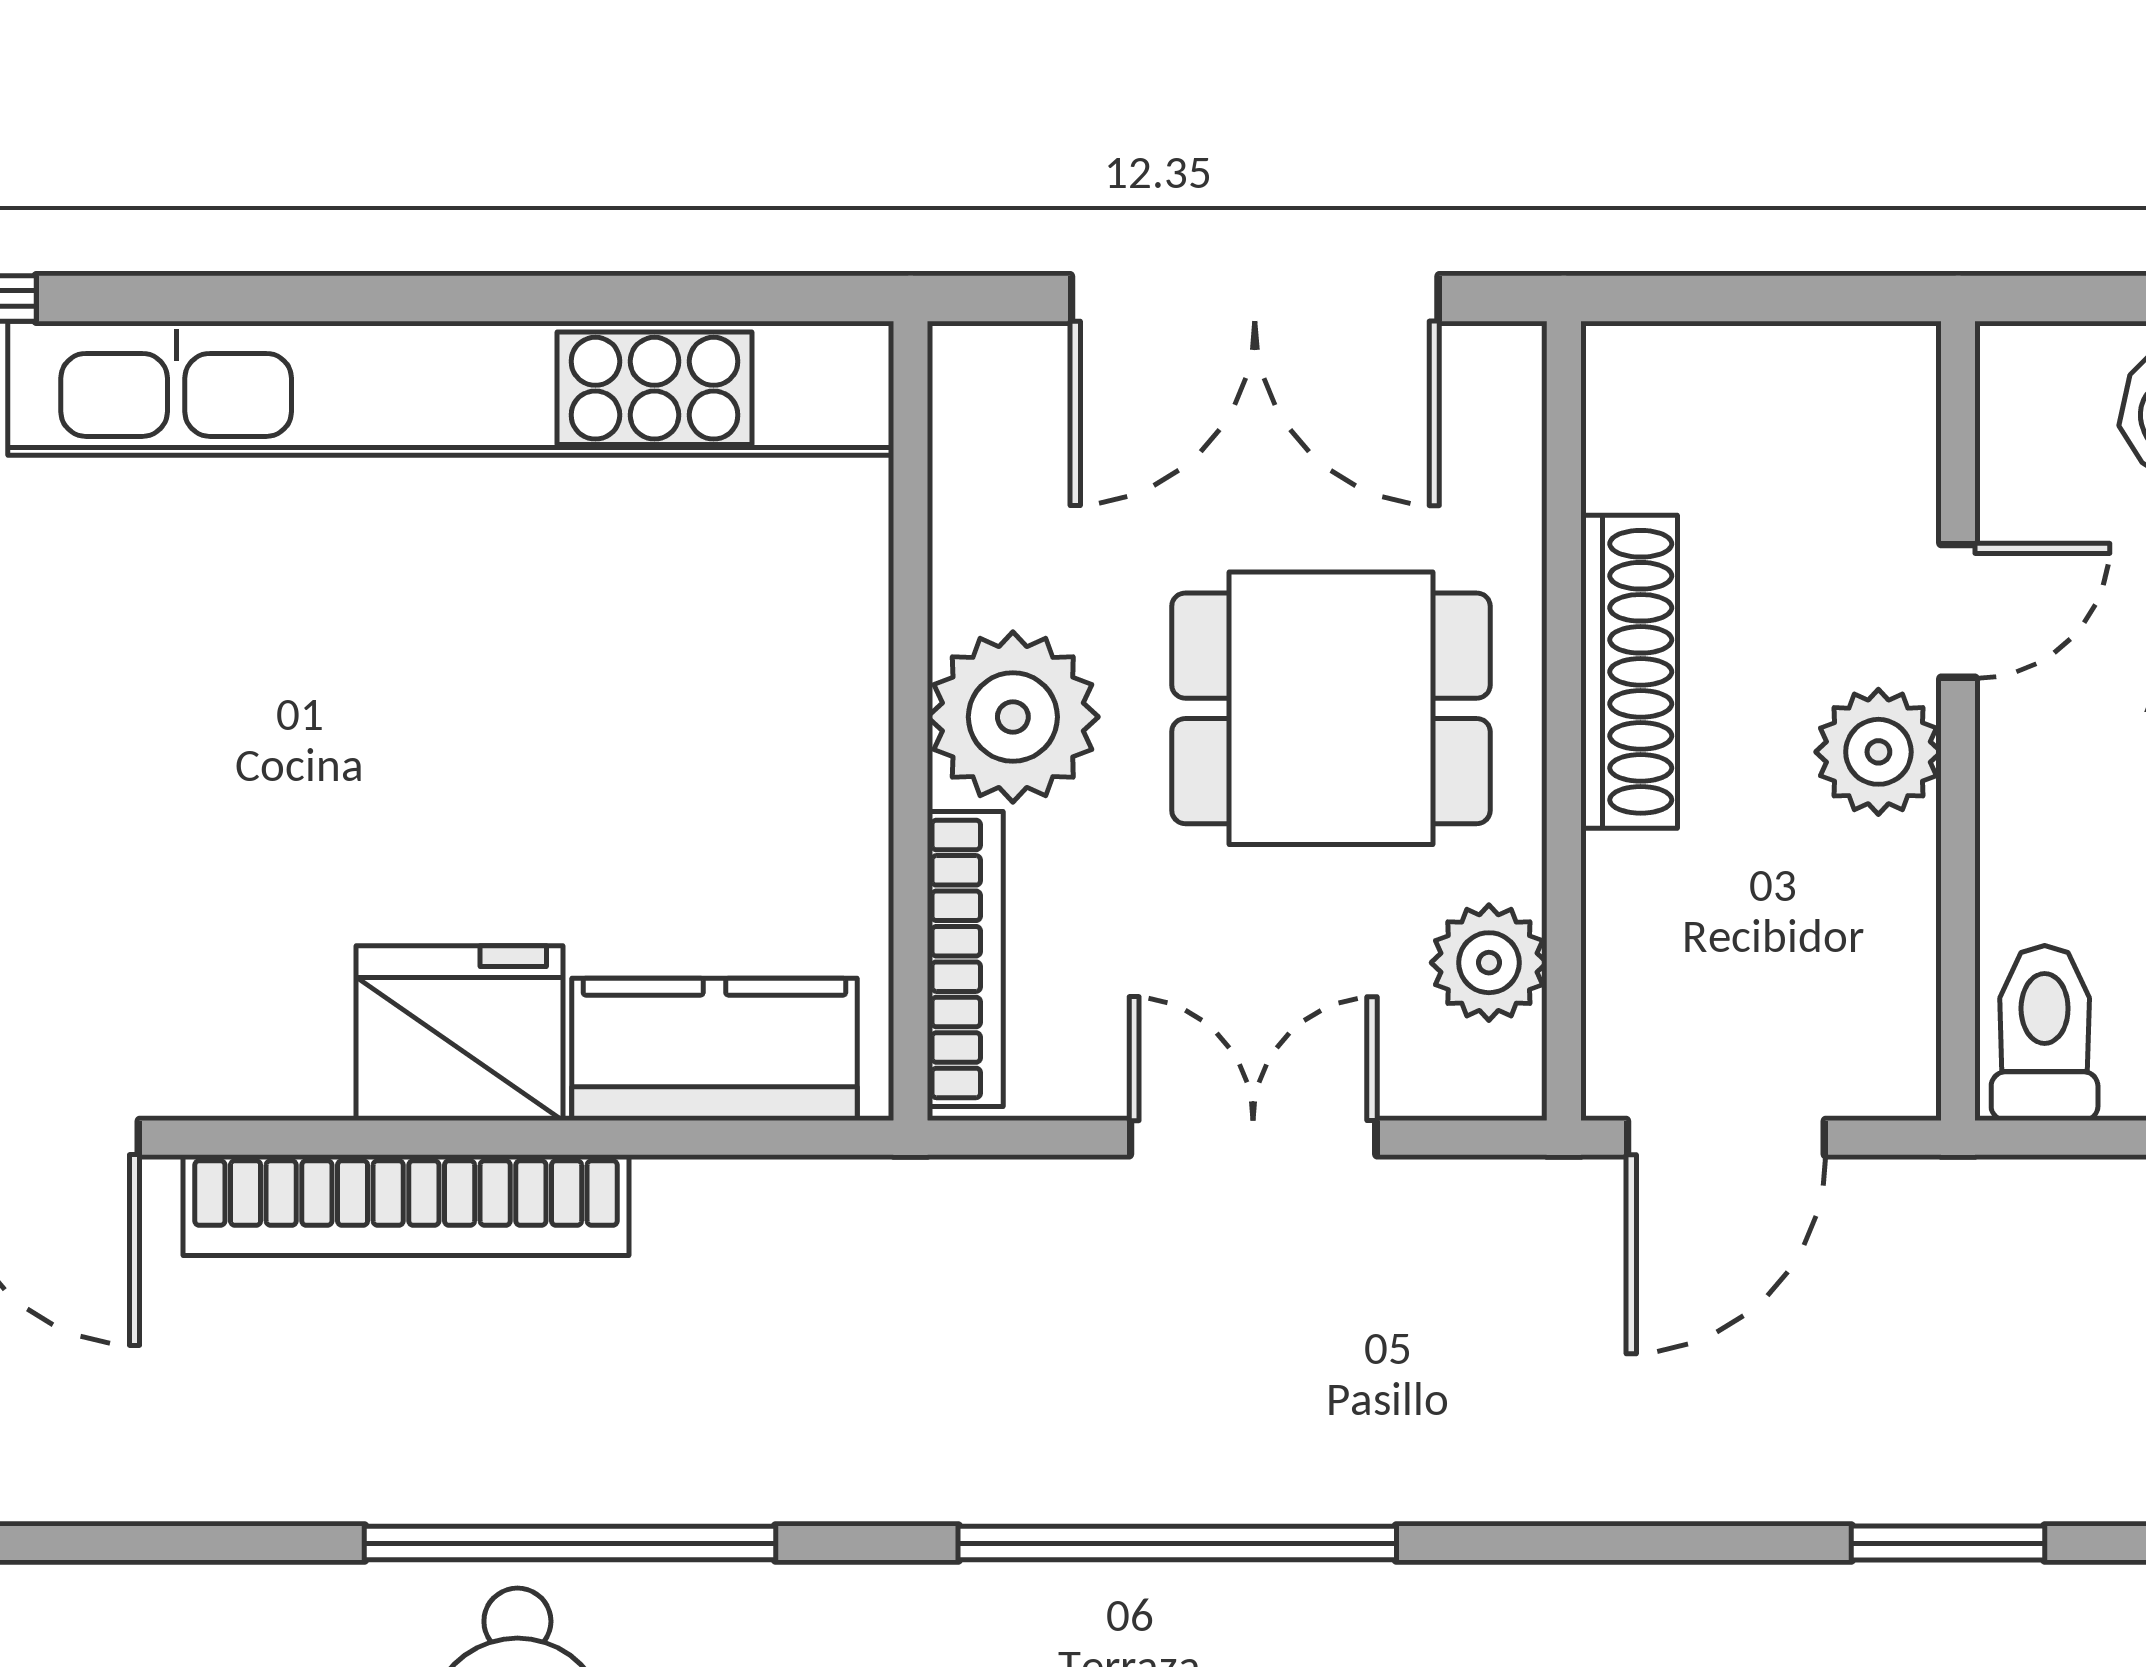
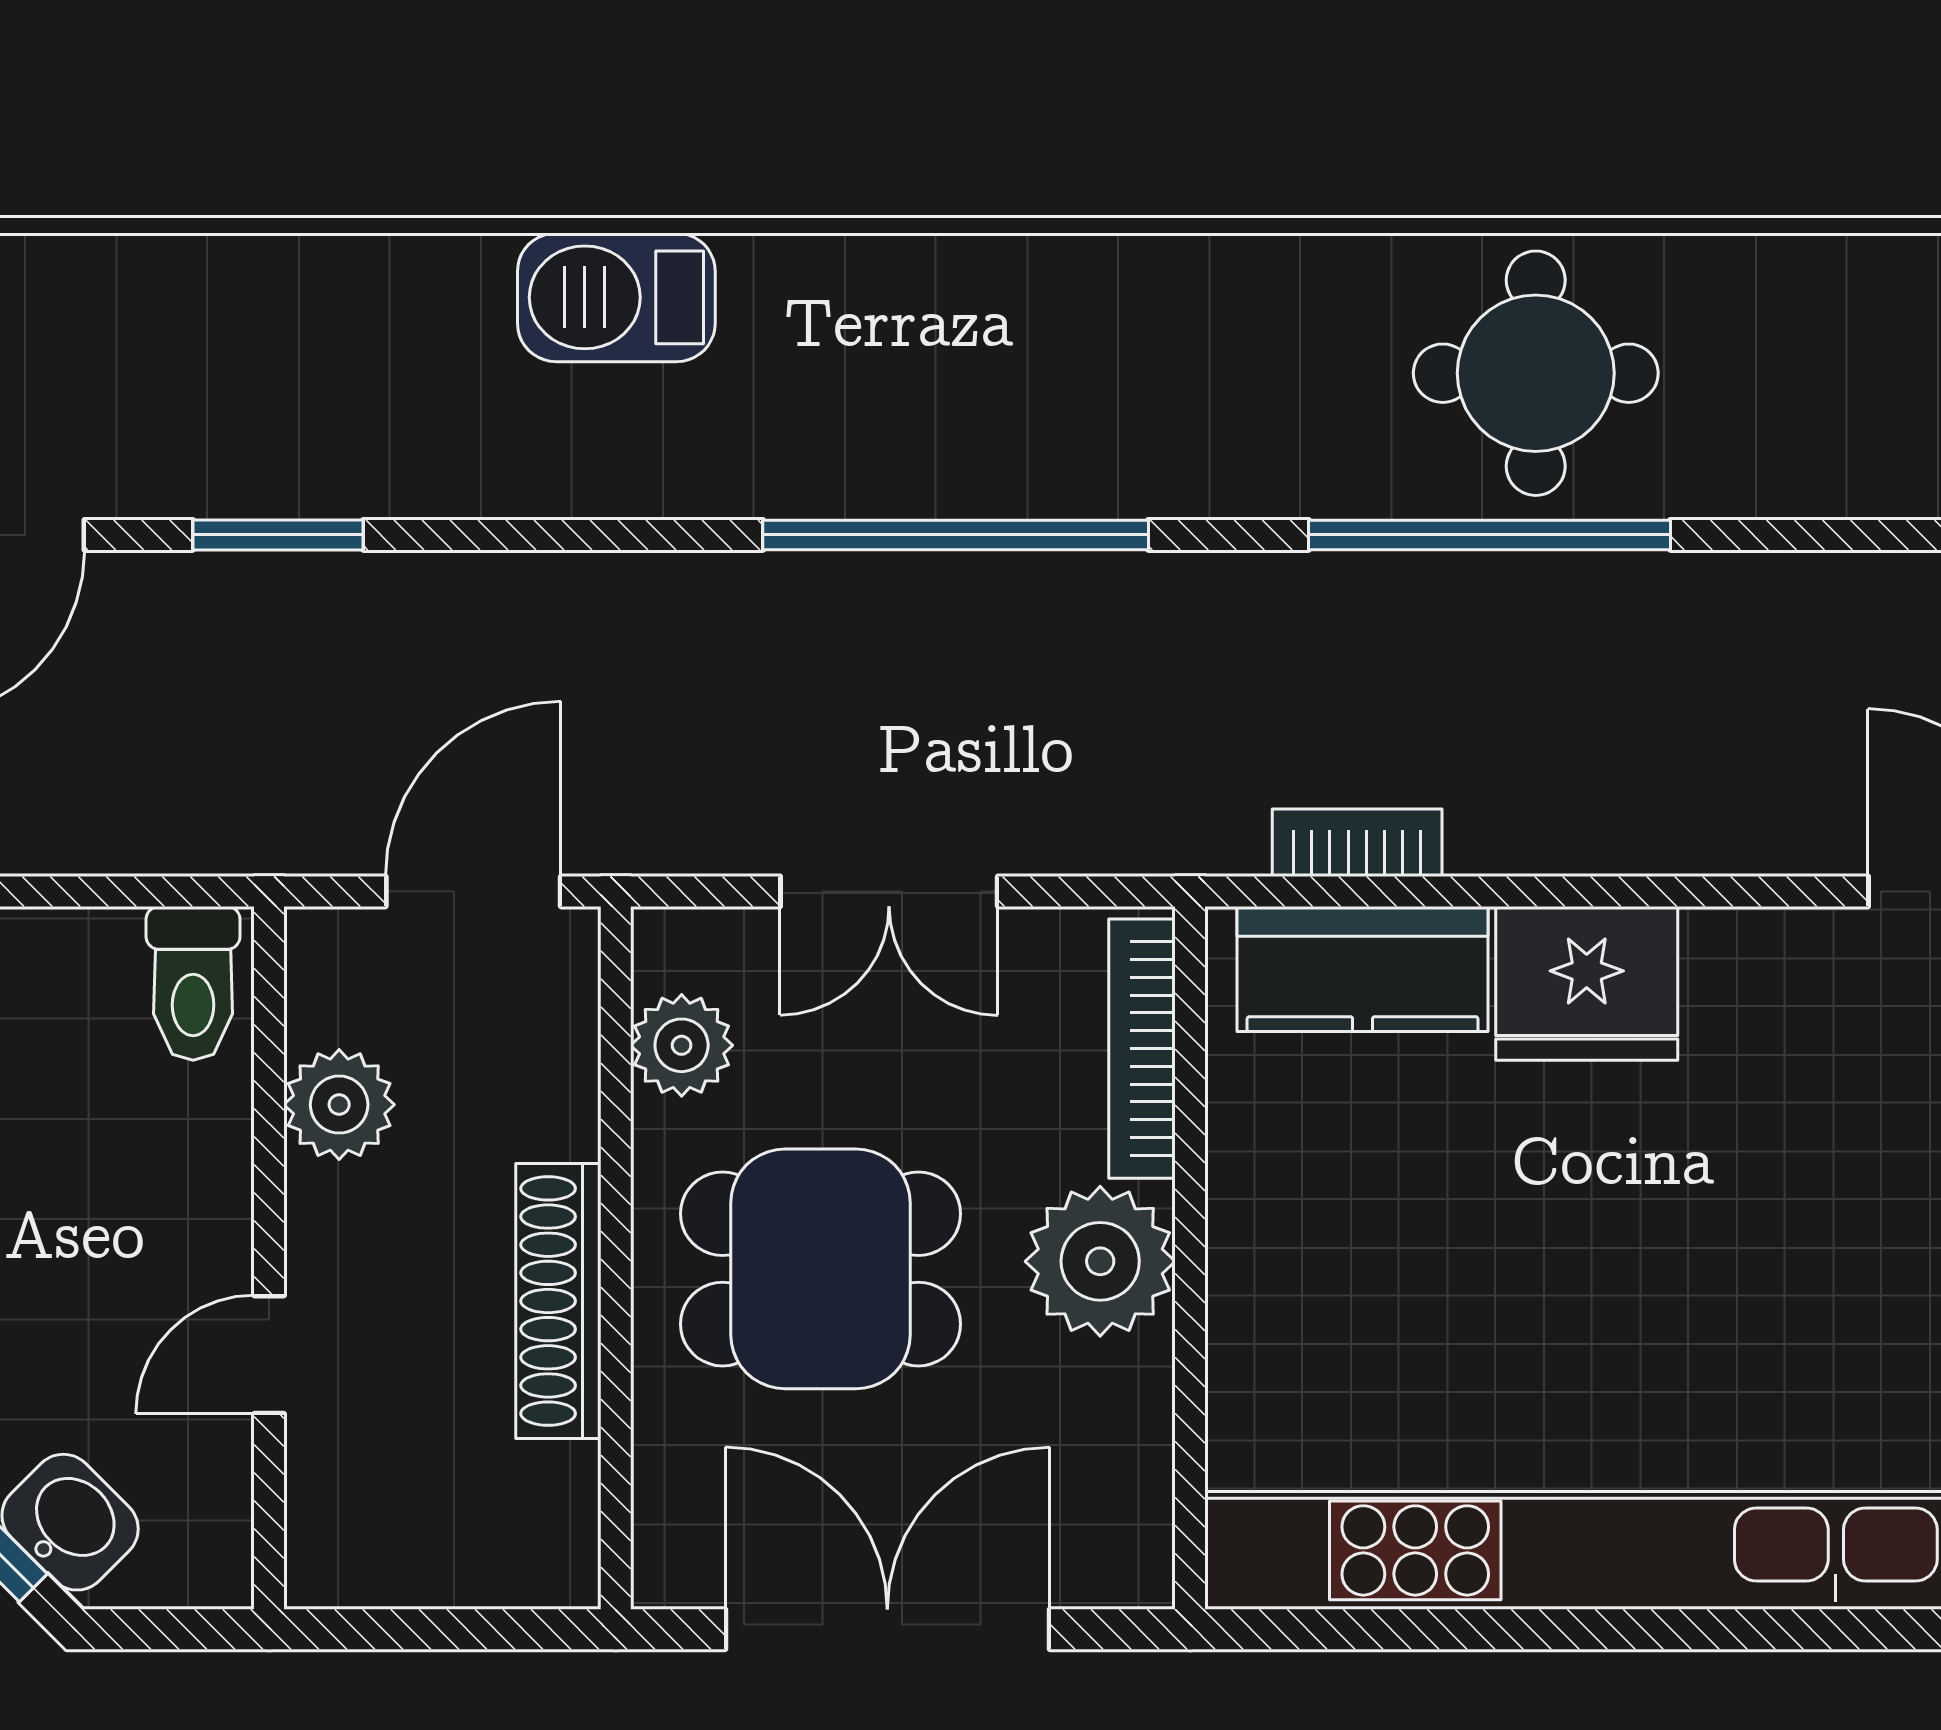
plant: (1878, 752) -> (339, 1105), moved
bookcase: (406, 1205) -> (1357, 843), moved, width x0.43, depth x0.76

